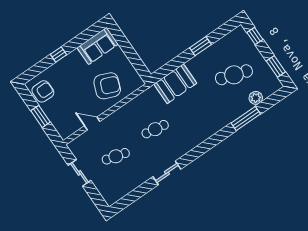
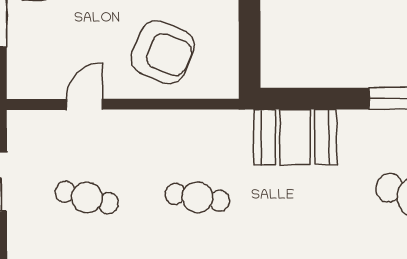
door: (92, 124) -> (85, 104), hinge flipped

